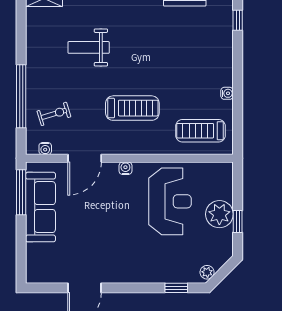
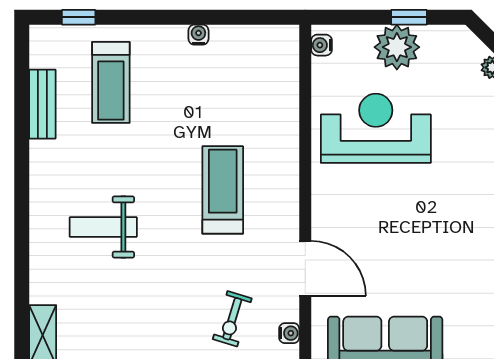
weight bench: (89, 47) -> (103, 227), moved, turned 90
exercise bike: (54, 114) -> (232, 319), turned -146
treadmill: (201, 131) -> (111, 82), moved
water cooler: (125, 168) -> (321, 45), moved

